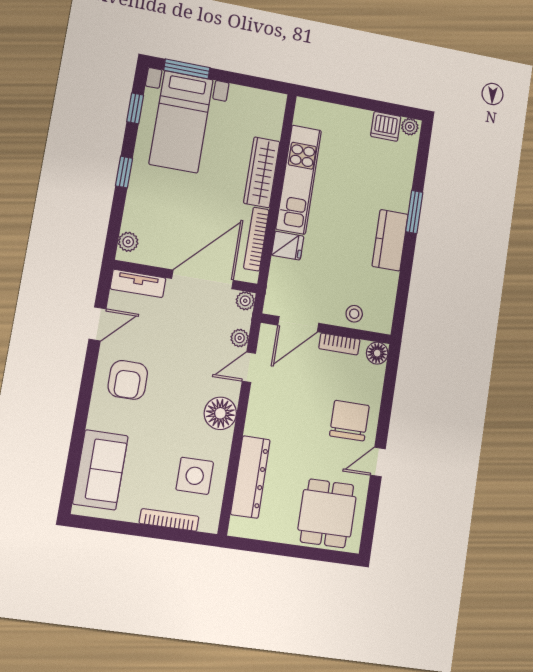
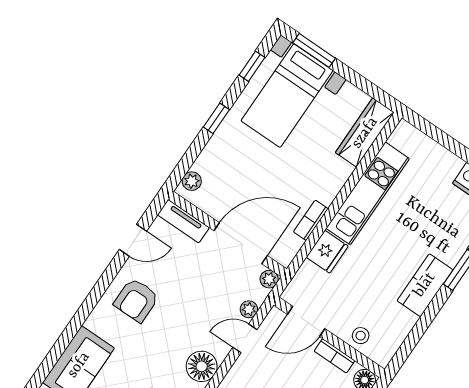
wardrobe: (262, 172) -> (365, 133), moved
bookcase: (256, 239) -> (311, 220), width x0.64
fridge: (288, 246) -> (327, 252), width x1.38

